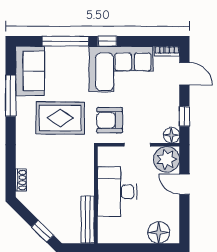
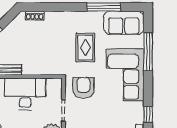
window: (107, 41) -> (148, 114), moved
corner sofa: (121, 69) -> (125, 75), moved
rug: (60, 118) -> (85, 48), width x0.73, depth x0.70

